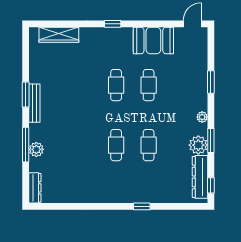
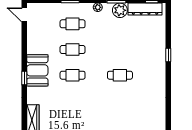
booth: (153, 40) -> (37, 70), moved
cafe table: (149, 145) -> (73, 24), moved

